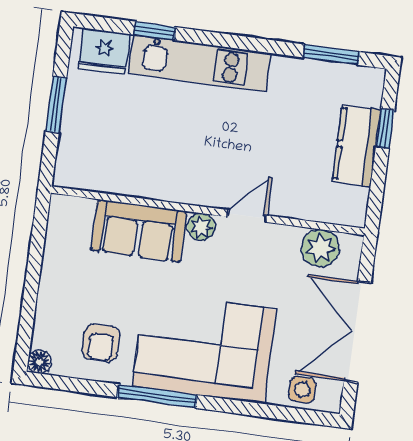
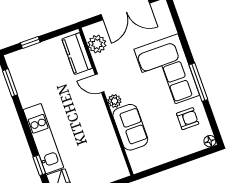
kitchen counter: (357, 146) -> (77, 54), moved, turned 90
side table: (302, 390) -> (163, 20), removed

